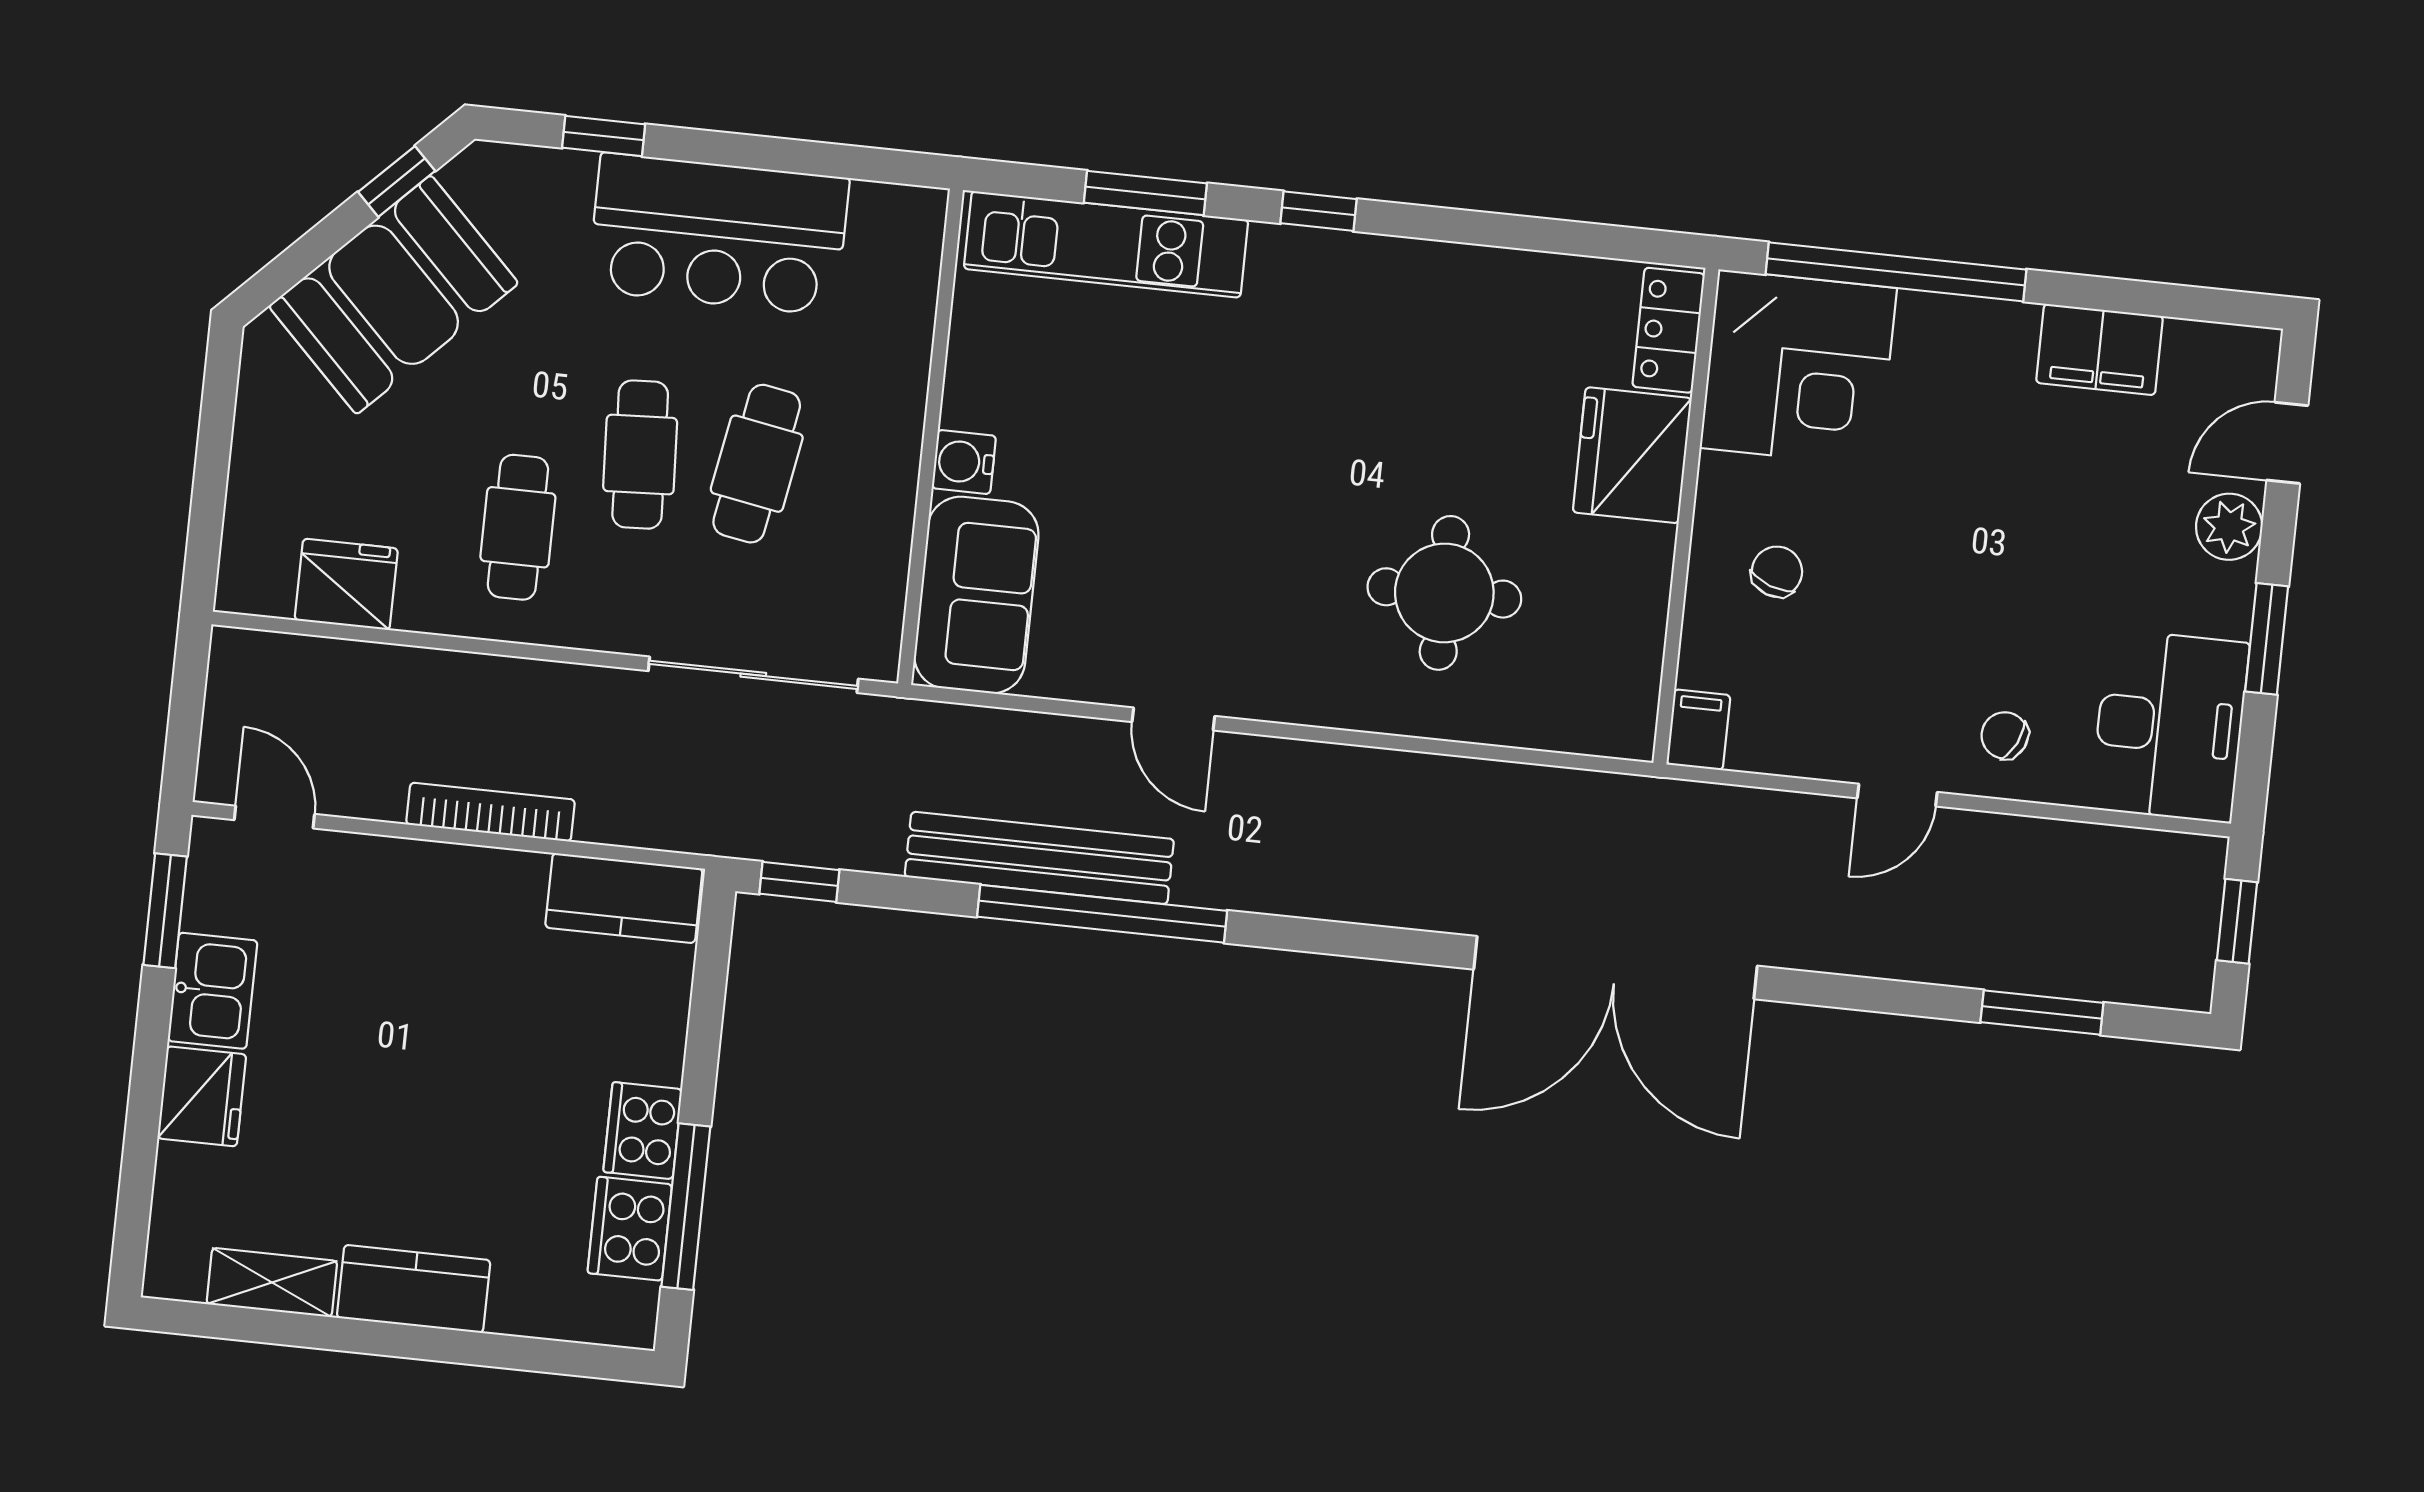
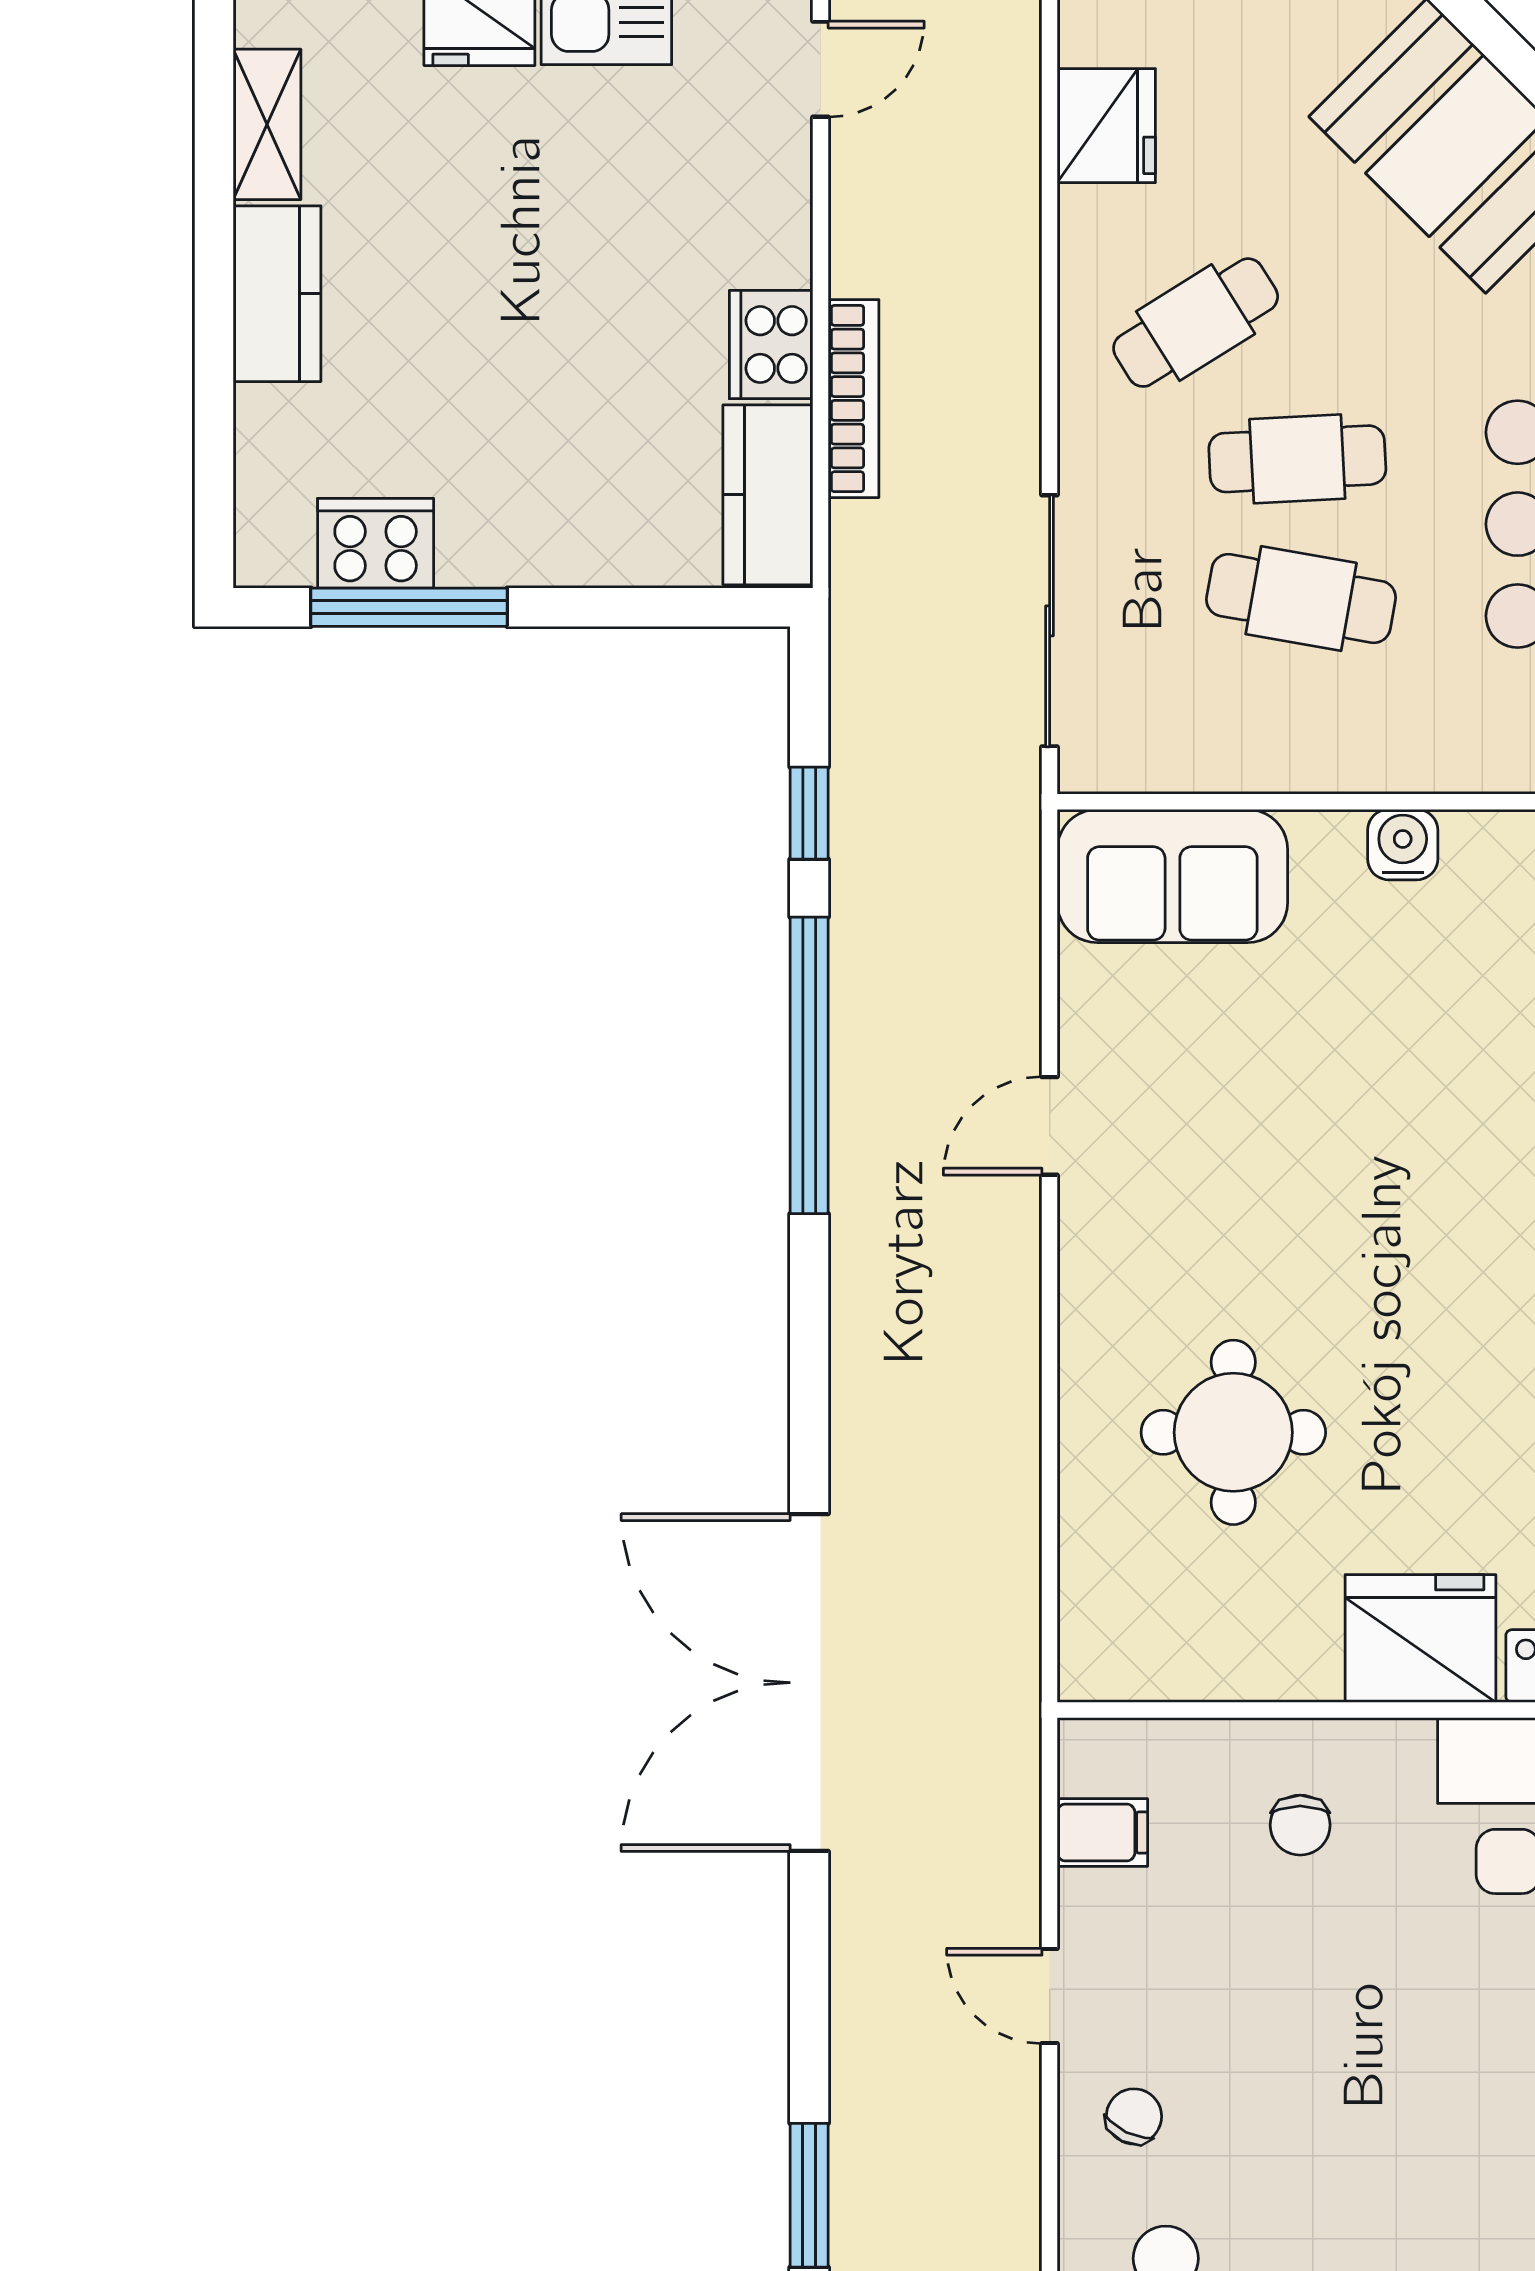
water cooler: (964, 462) -> (1403, 845), moved
cafe table: (518, 527) -> (1196, 323), turned -32
chair: (1777, 572) -> (1300, 1825), turned 70
filing cabinet: (1698, 730) -> (1102, 1832), moved
bookcase: (491, 812) -> (854, 399), moved
bench: (1039, 858) -> (868, 984), removed
window: (799, 882) -> (809, 813), moved
cooker: (643, 1131) -> (771, 345), moved, turned -90

